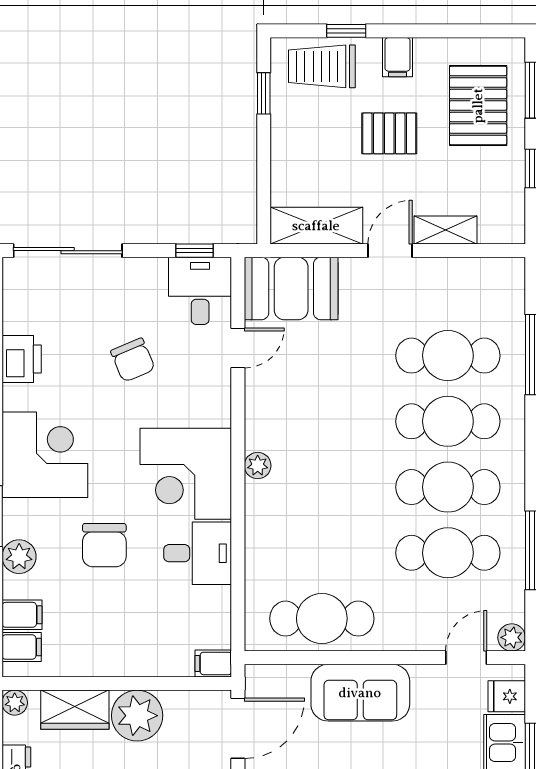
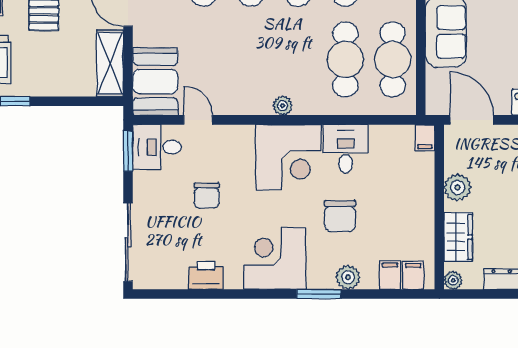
window: (194, 251) -> (128, 151), width x1.50
chair: (133, 360) -> (207, 195), turned 113
chair: (104, 545) -> (340, 216), turned 90
cafe table: (322, 553) -> (345, 59), added
plant: (137, 716) -> (457, 187), width x0.73, depth x0.73

